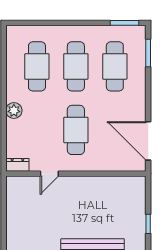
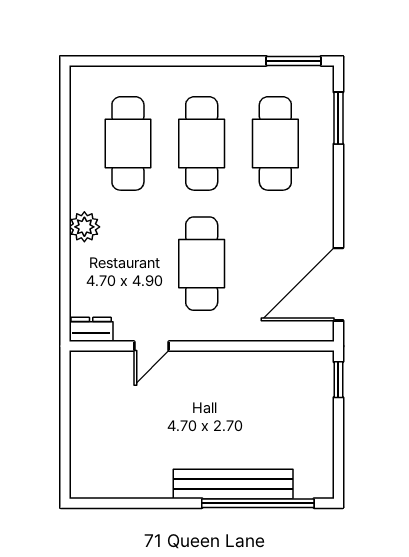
door: (148, 141) -> (338, 284), hinge flipped
window: (148, 224) -> (338, 380), moved

